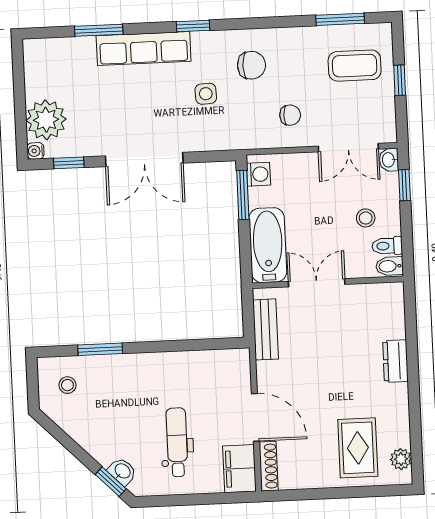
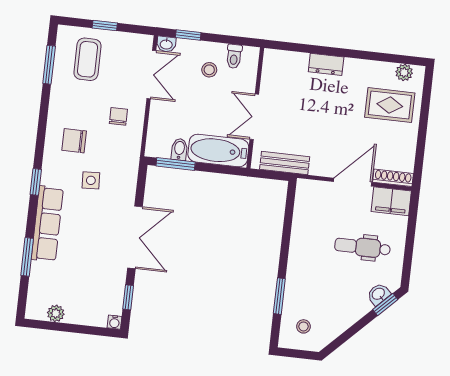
chair: (251, 65) -> (74, 141), turned -90
plant: (46, 120) -> (56, 313), moved, width x0.53, depth x0.53
washing machine: (259, 174) -> (161, 149), removed
bidet: (389, 266) -> (179, 149), moved, turned 180

